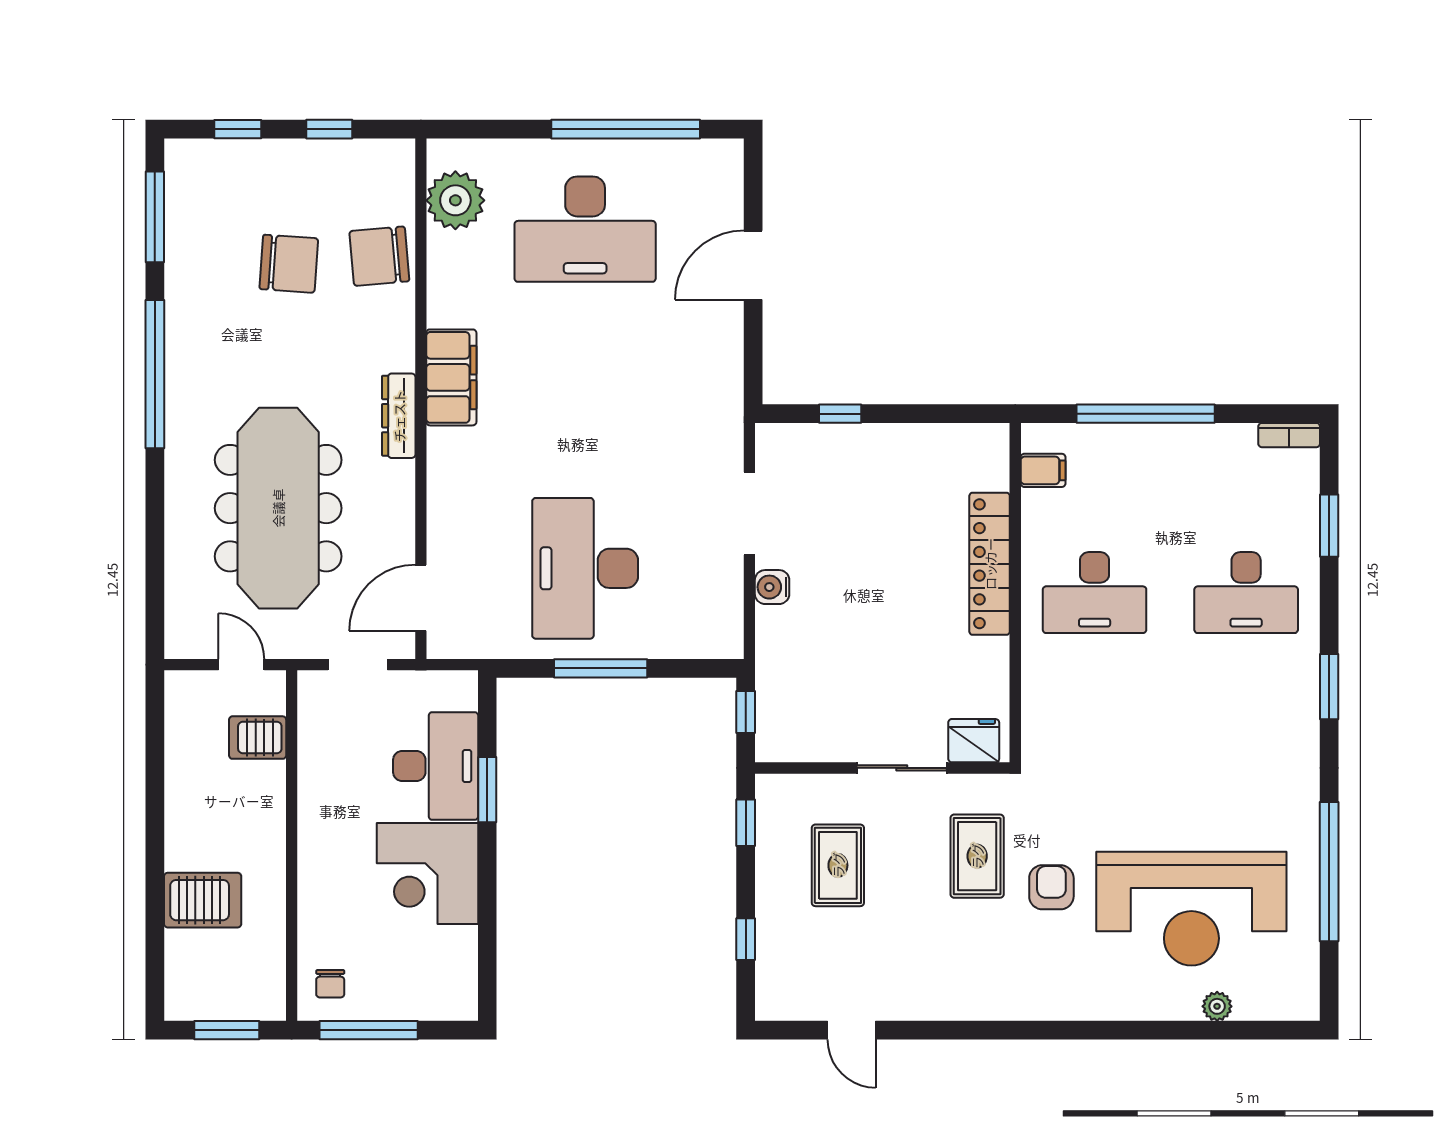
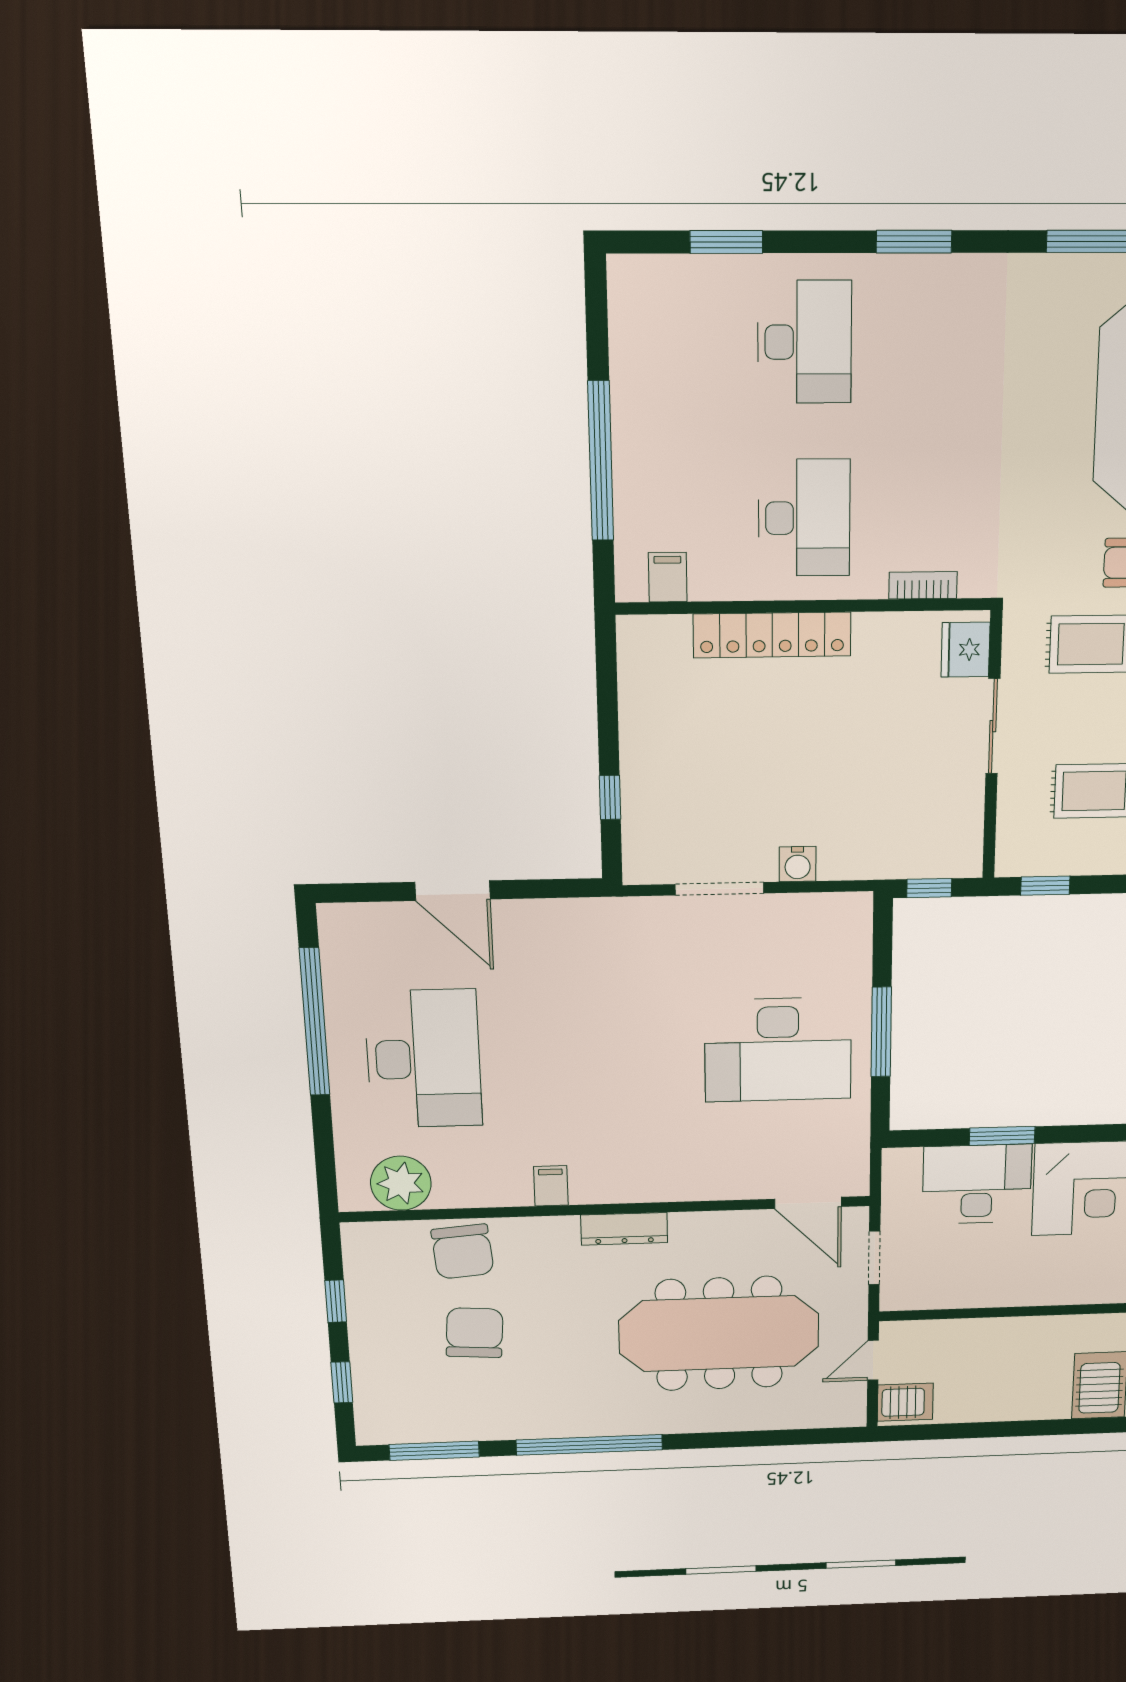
filing cabinet: (451, 377) -> (551, 1186), width x0.33, depth x0.86
bookcase: (1289, 435) -> (923, 585), moved, turned -90
server rack: (258, 738) -> (905, 1402), moved, turned -90

